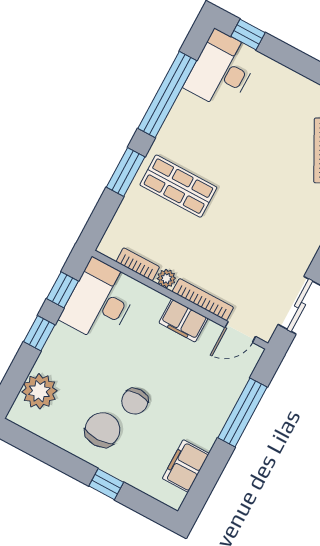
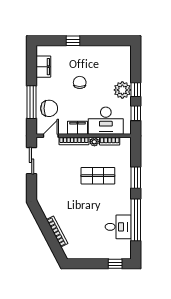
desk: (222, 70) -> (118, 227), moved, width x0.73
shop shelf: (178, 186) -> (98, 176), moved
desk: (100, 301) -> (106, 121), moved, turned 90
plant: (39, 391) -> (122, 90), moved
chair: (102, 430) -> (49, 108), moved, turned -90

